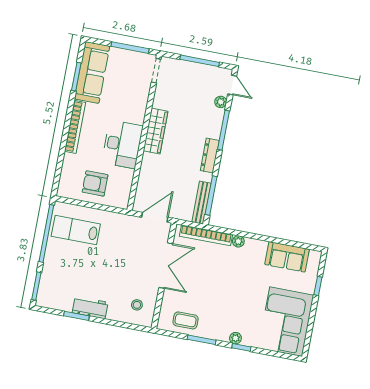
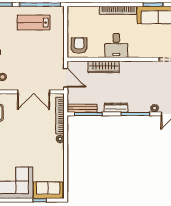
wardrobe: (156, 131) -> (104, 67), moved
desk: (122, 144) -> (116, 45), width x0.73
armchair: (95, 183) -> (79, 46), moved
lab bench: (76, 230) -> (34, 23), moved, turned -90
sofa: (287, 257) -> (48, 190), moved, turned 90

